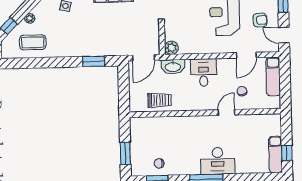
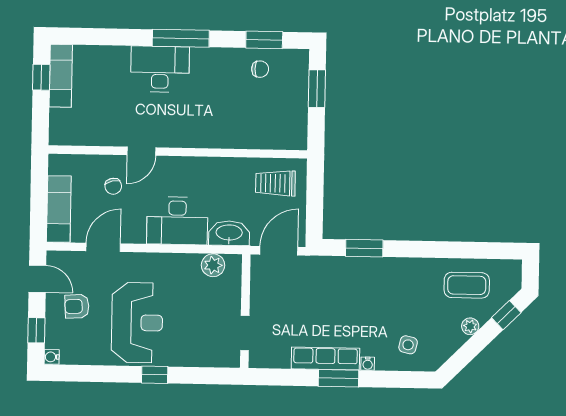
plant: (171, 48) -> (213, 265), moved
desk: (204, 73) -> (177, 221), width x1.37
trolley: (160, 100) -> (275, 183), moved

